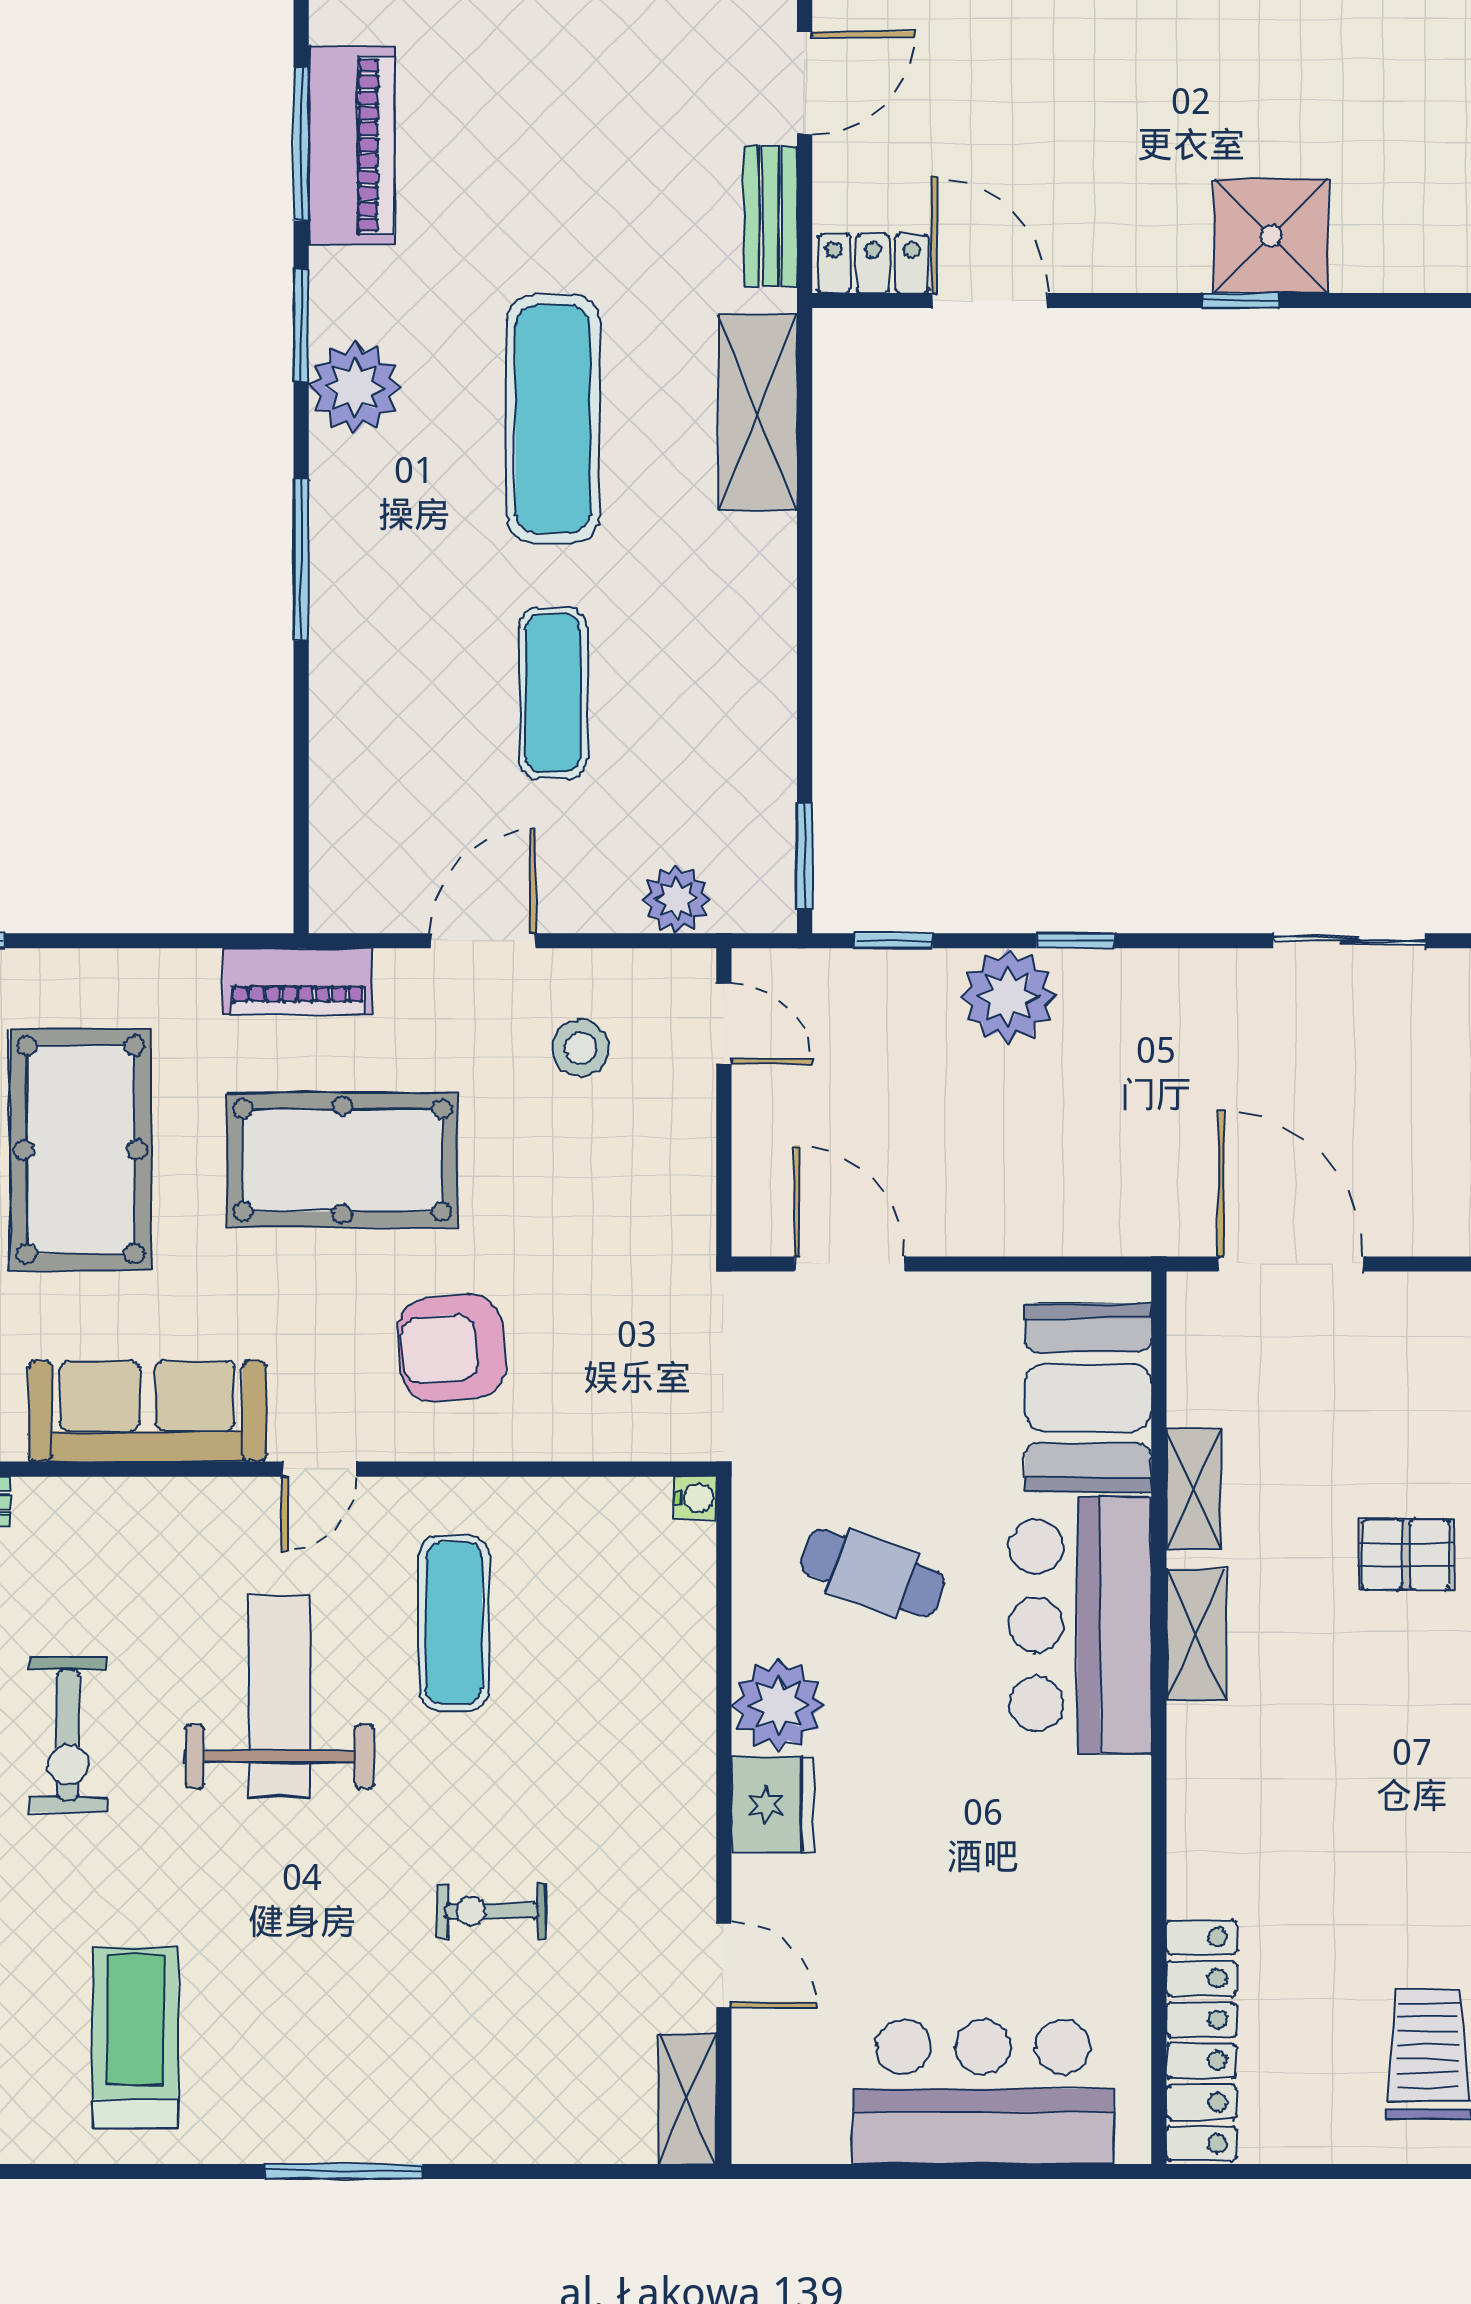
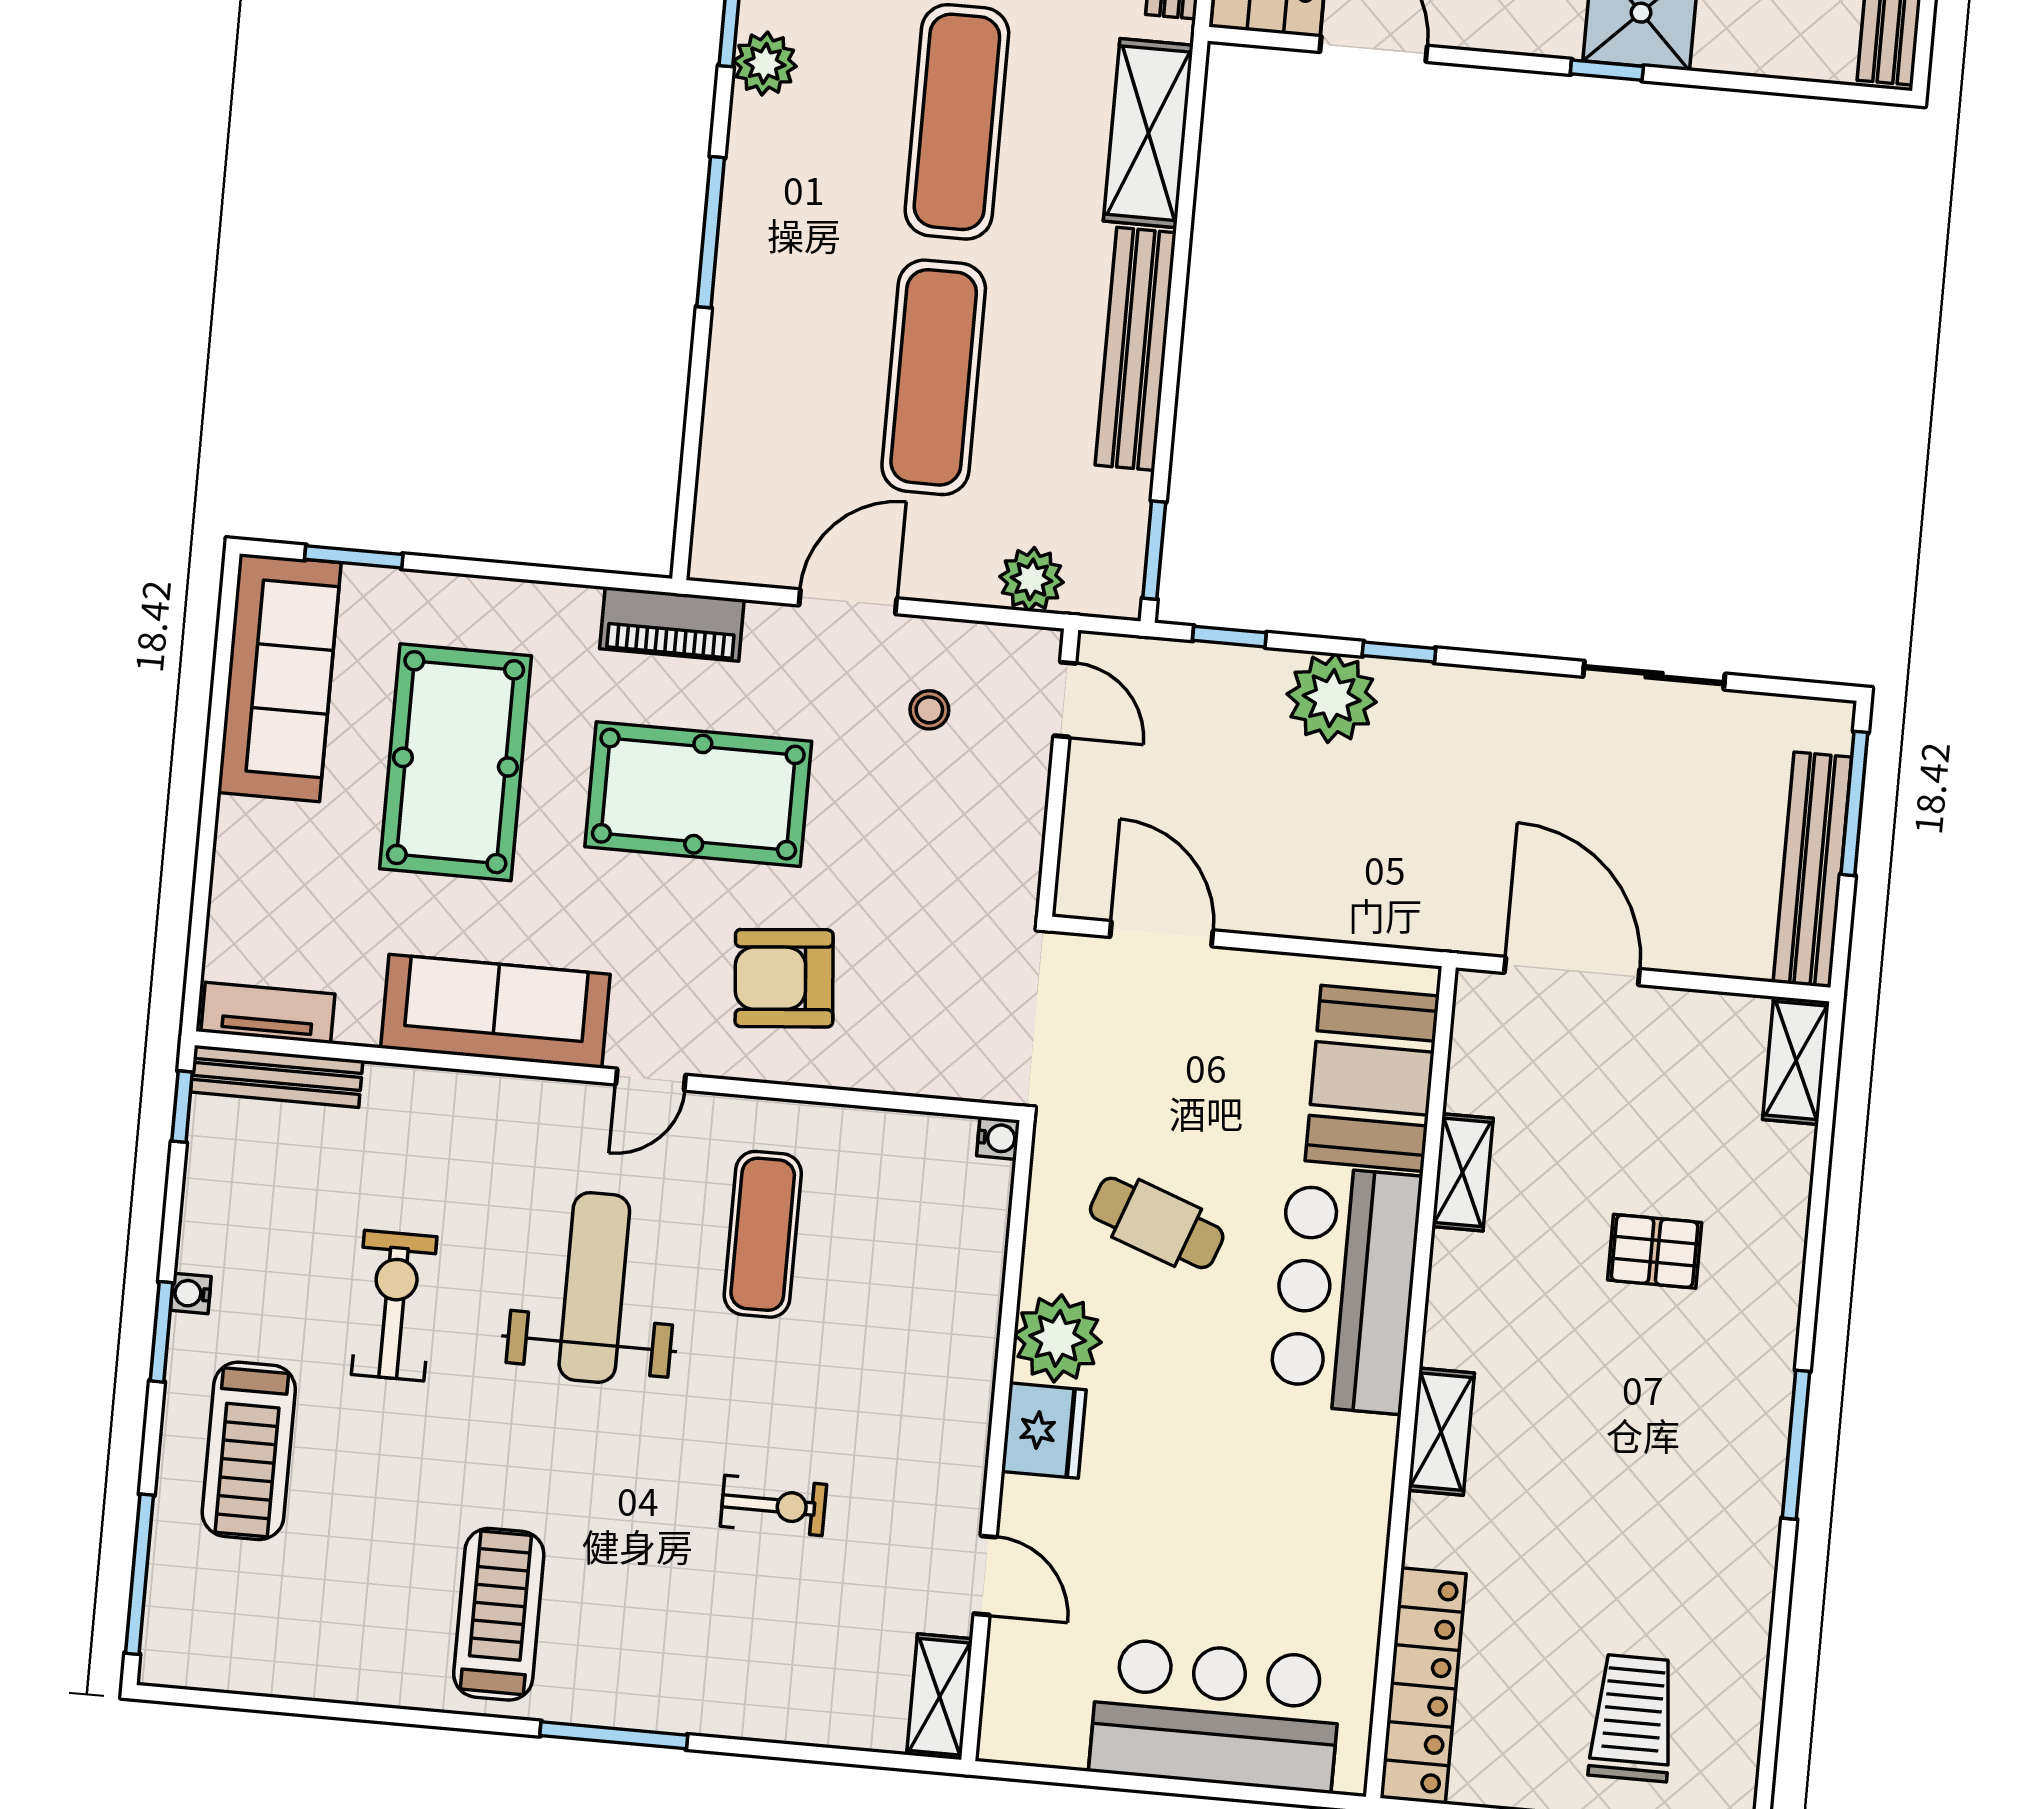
plant: (355, 387) -> (765, 64), width x0.73, depth x0.73
bench: (765, 643) -> (1136, 349), added
exercise mat: (553, 693) -> (934, 377), width x1.36, depth x1.45
stool: (581, 1048) -> (929, 710), width x0.73, depth x0.73
shelving: (1196, 1634) -> (1441, 1432), moved
exercise bike: (68, 1735) -> (394, 1306), turned 180
exercise bike: (491, 1911) -> (773, 1505), turned 180
treadmill: (135, 2038) -> (499, 1614), moved

